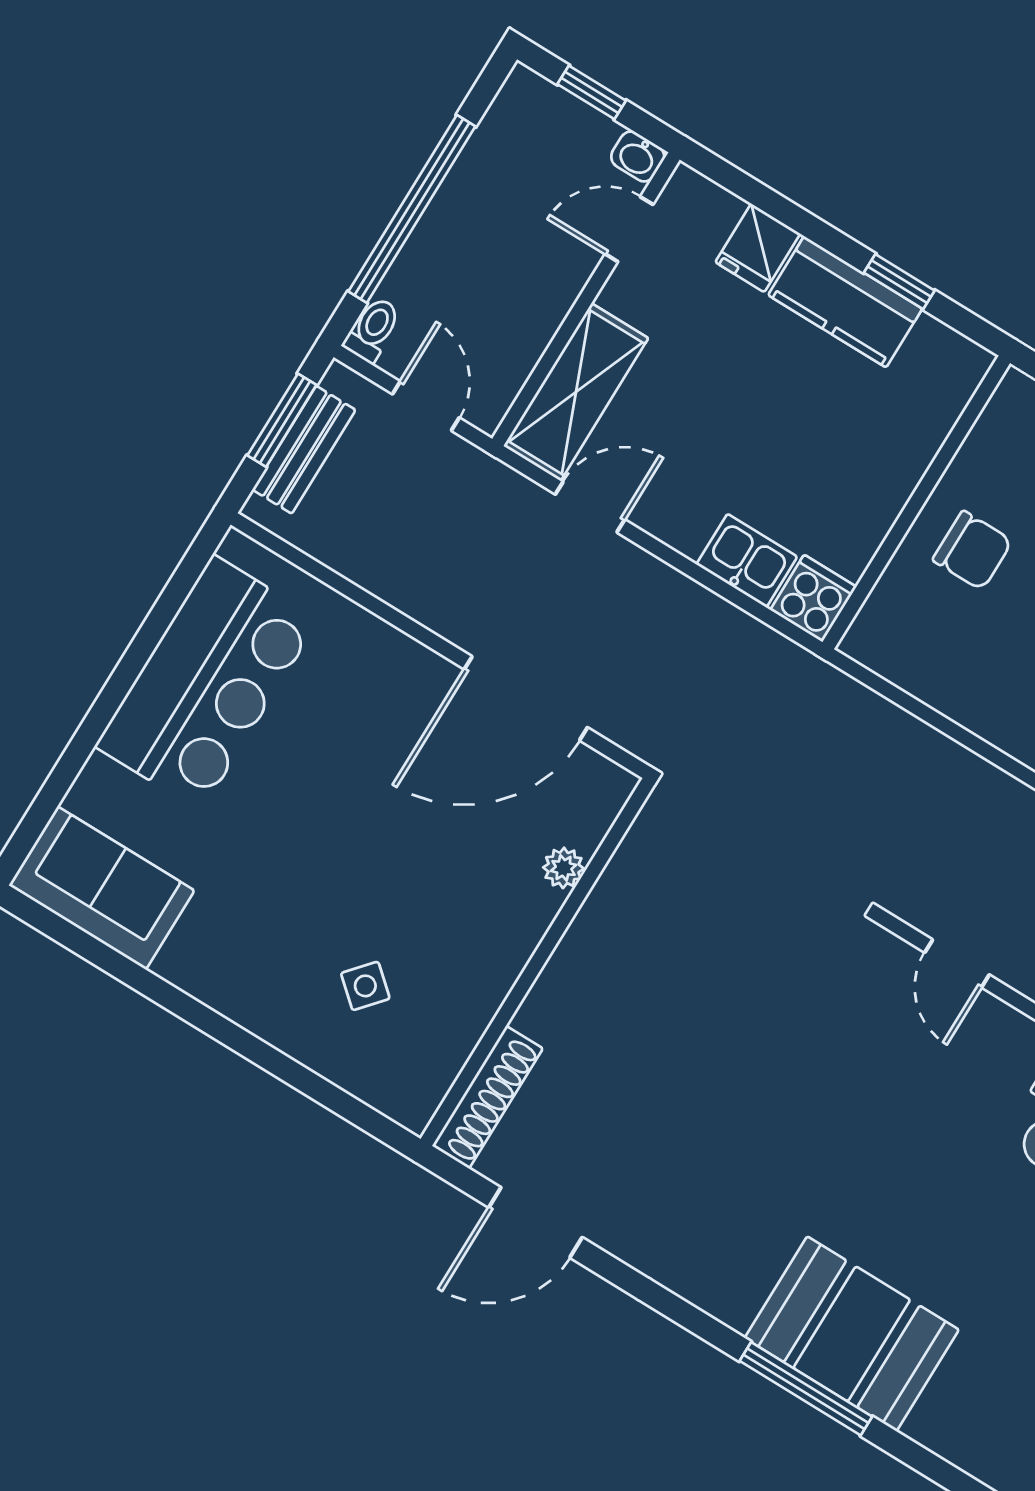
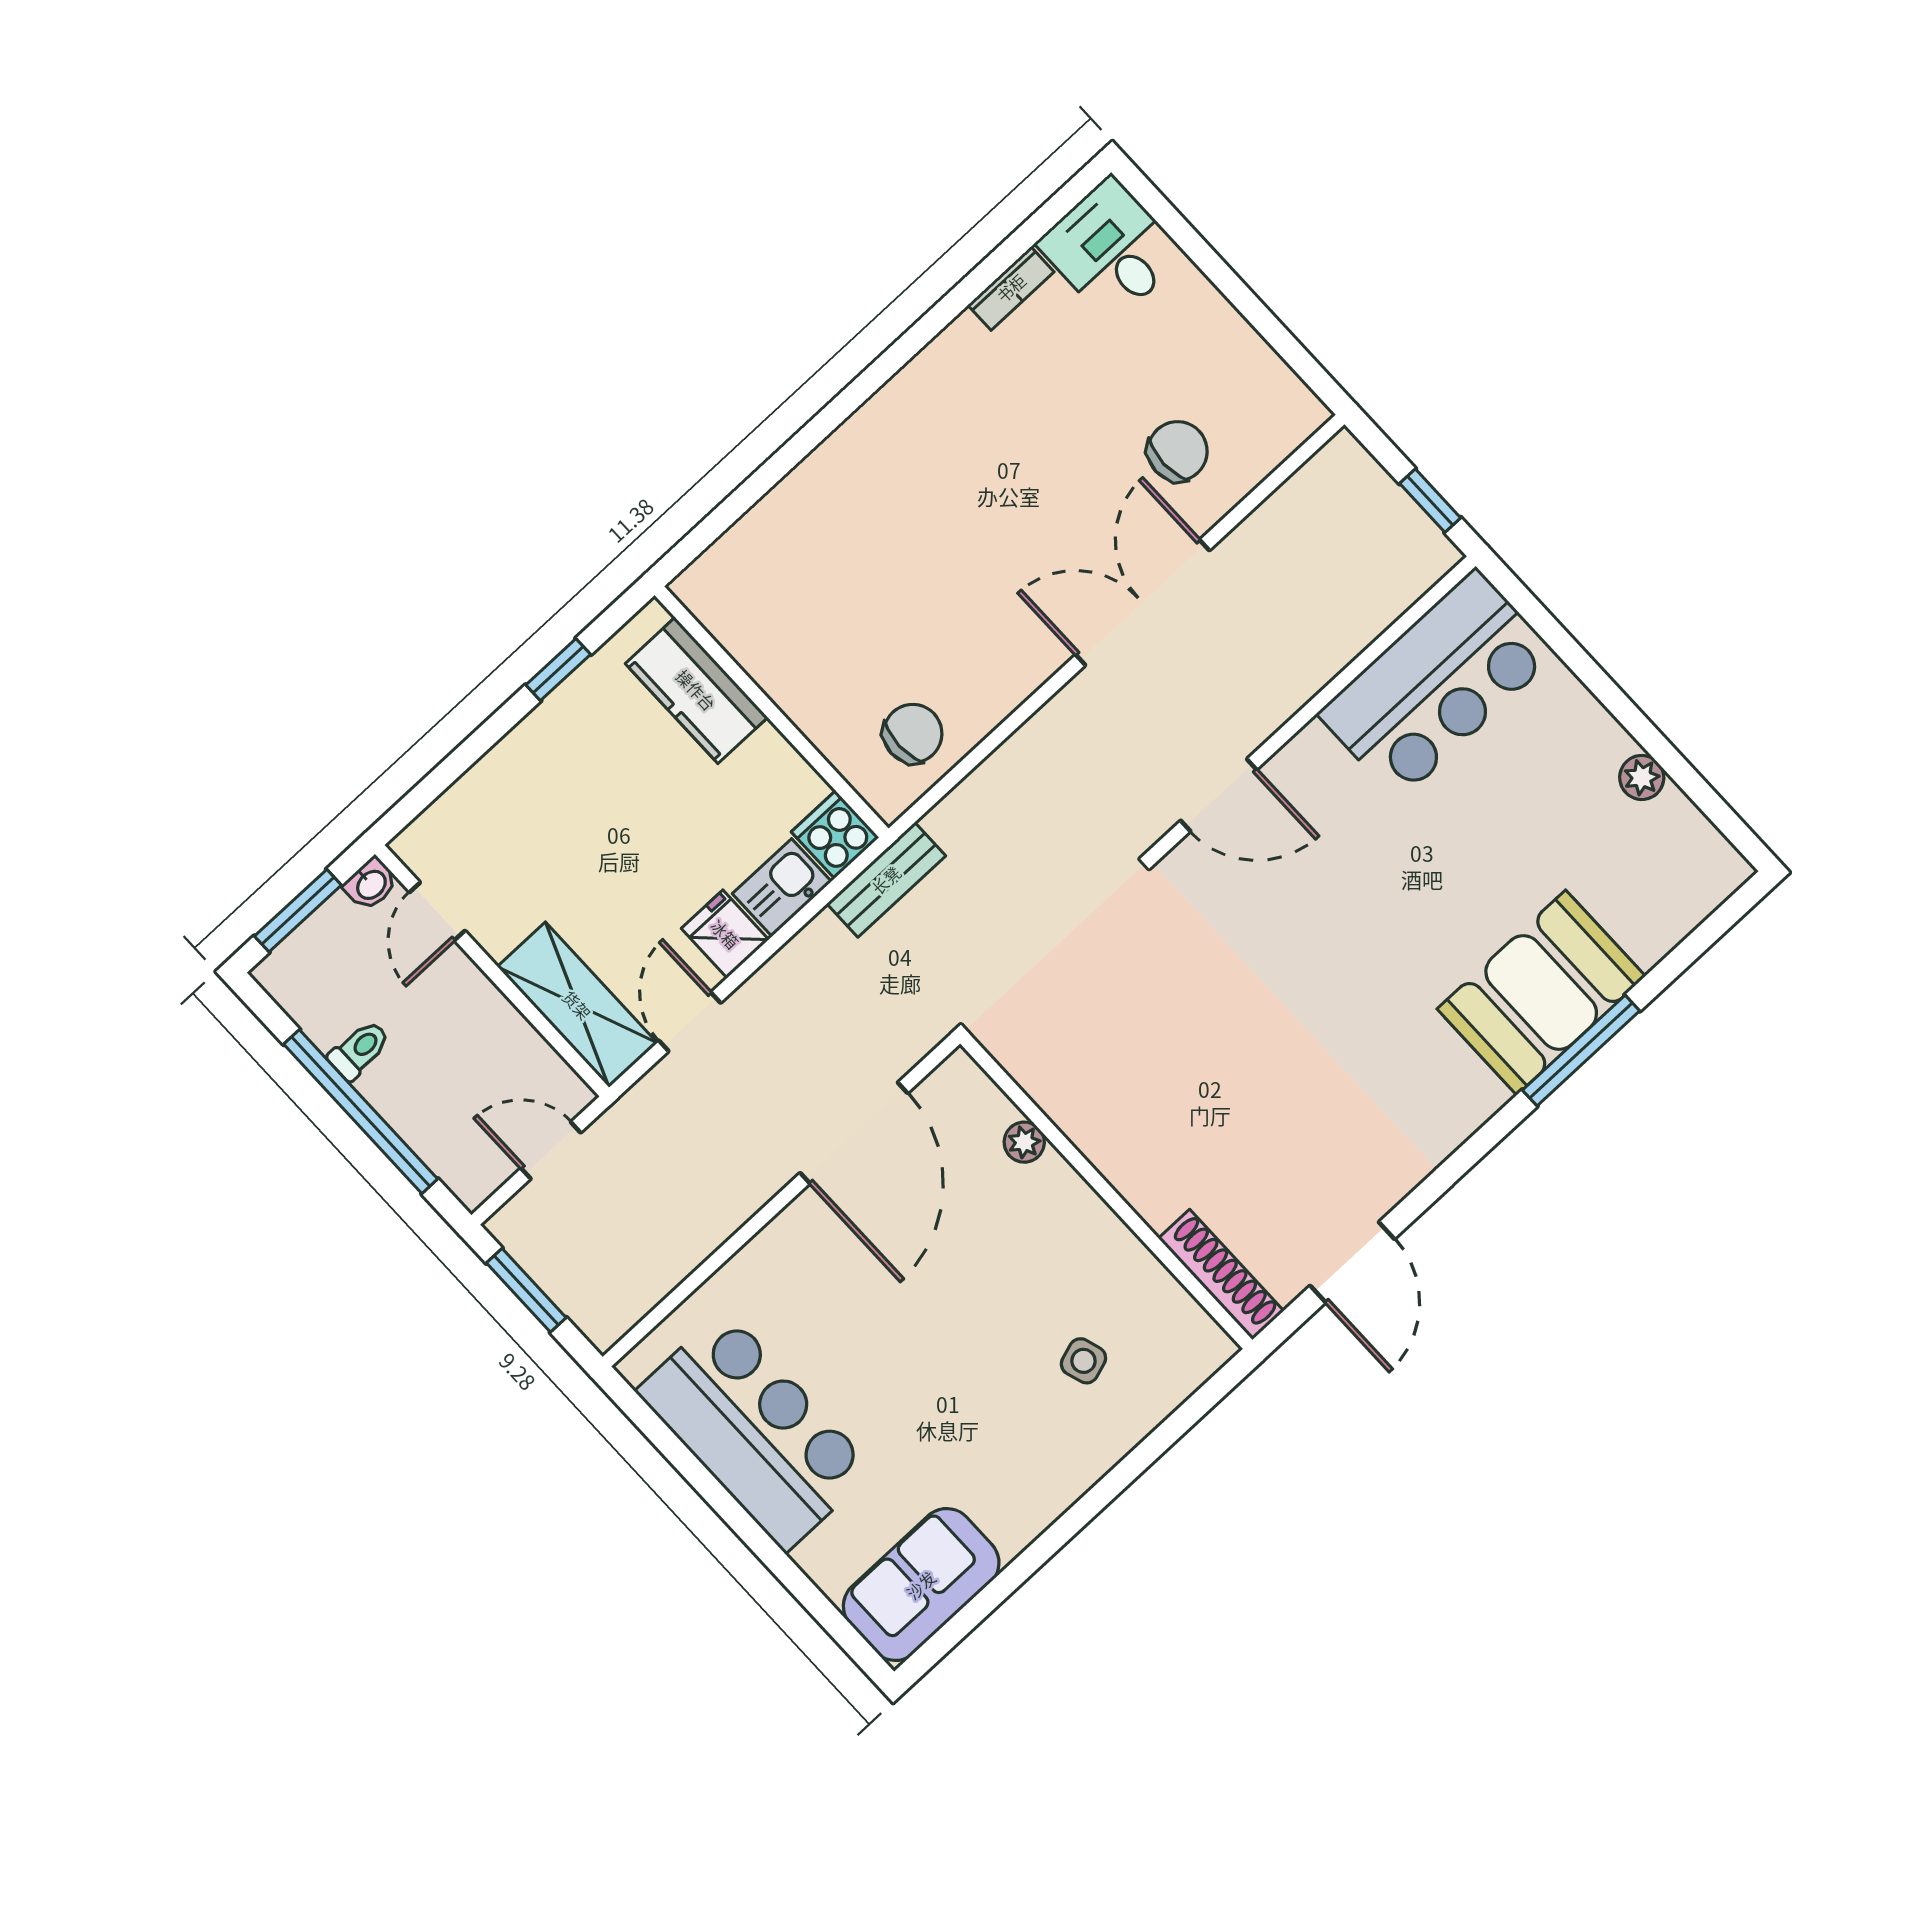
window: (592, 92) -> (298, 911), width x1.50
fridge: (758, 248) -> (725, 934), moved, turned 180
kitchen counter: (845, 302) -> (696, 690), moved, turned 90
toilet: (373, 330) -> (359, 1050), moved, turned 90
bench: (304, 450) -> (886, 880), moved, turned 90
chair: (972, 550) -> (913, 734), moved
door: (957, 964) -> (1219, 795), width x1.38
side table: (365, 986) -> (1083, 1361), turned 31

